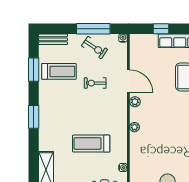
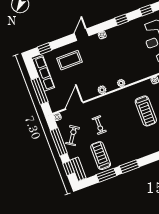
window: (58, 29) -> (69, 168), added
window: (161, 29) -> (40, 91), width x2.17
door: (128, 81) -> (74, 106), moved
window: (34, 117) -> (129, 167), moved

